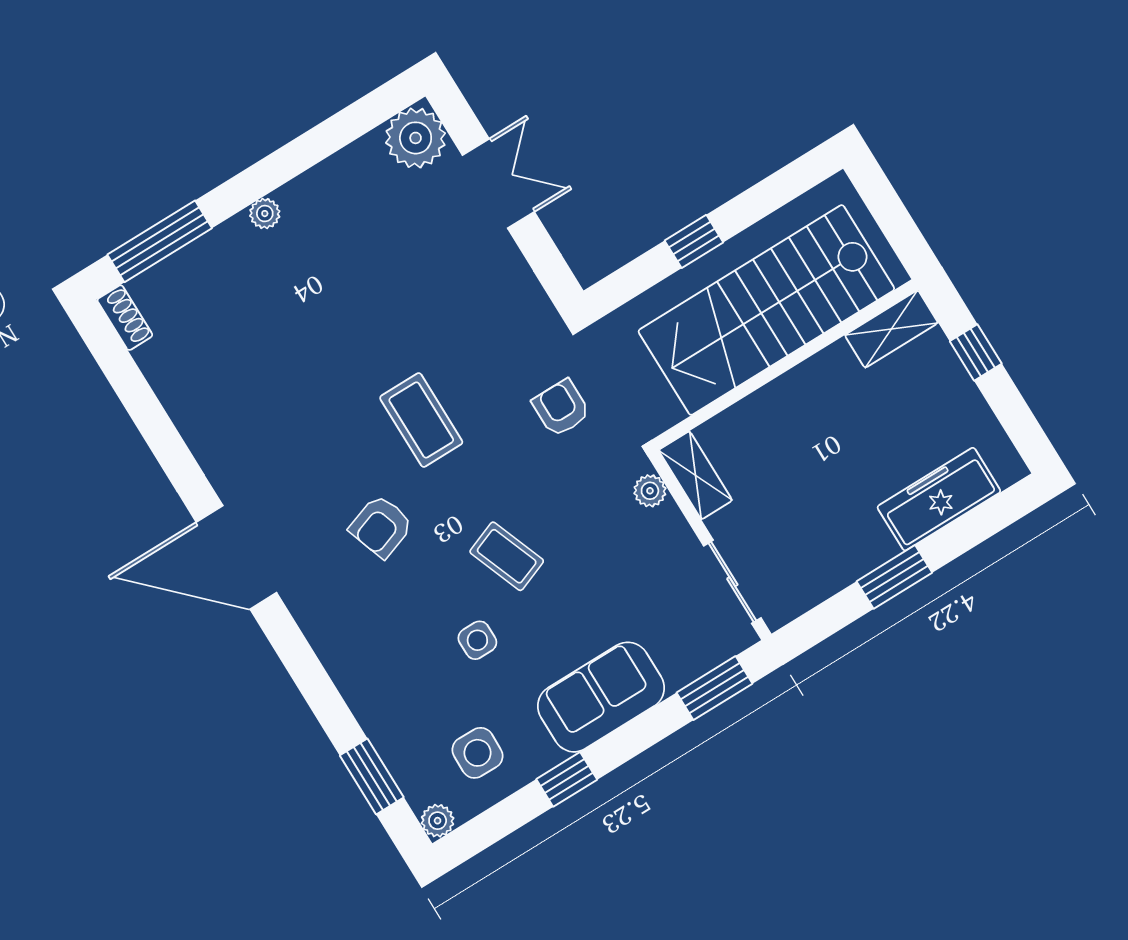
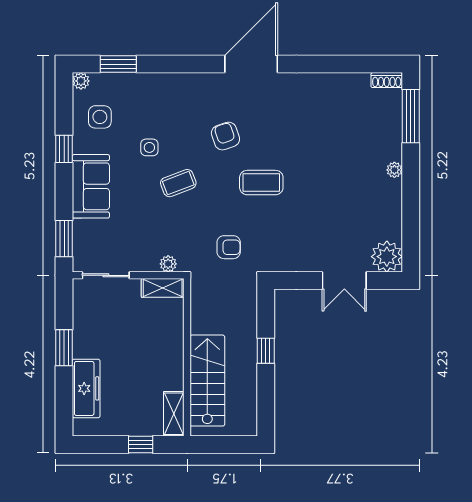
stairs: (766, 310) -> (207, 381), width x0.73, depth x0.66

